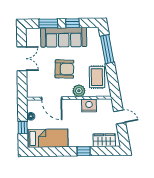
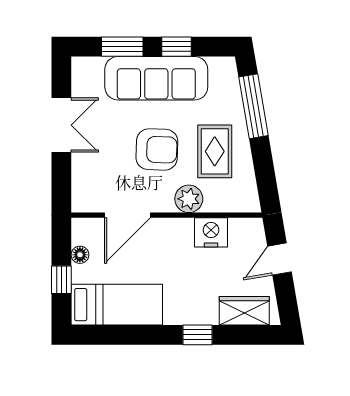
rug: (97, 77) -> (215, 151), moved
door: (52, 98) -> (127, 215), hinge flipped
door: (120, 117) -> (279, 259), swing flipped

